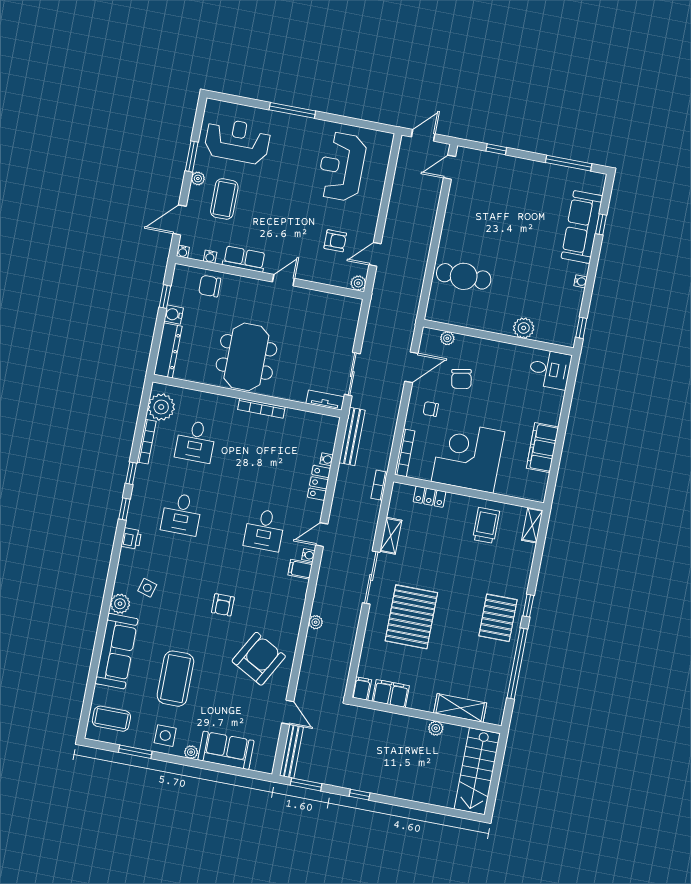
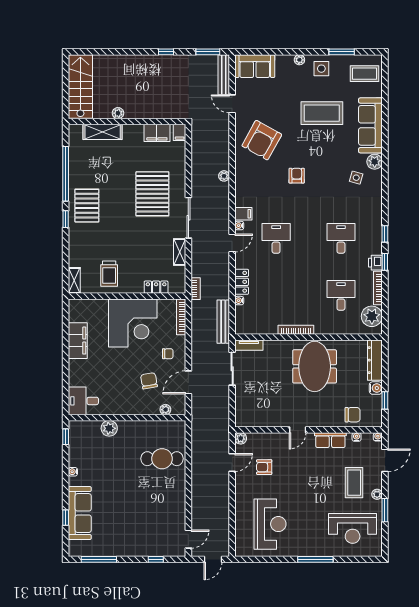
printer: (131, 538) -> (375, 263), moved
coffee table: (175, 679) -> (322, 113), turned 90
sofa: (226, 750) -> (255, 66), moved

